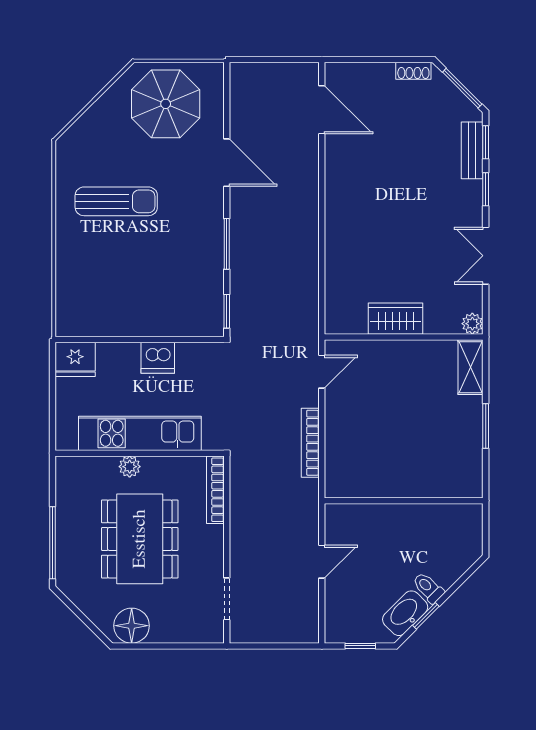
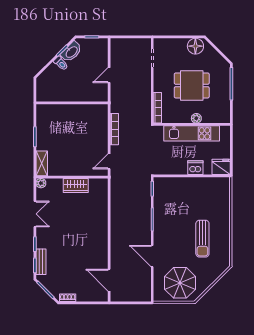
sun lounger: (116, 201) -> (202, 239), turned -90
dishwasher: (158, 358) -> (195, 168), moved
dining table: (140, 539) -> (192, 85), width x0.73

